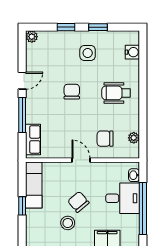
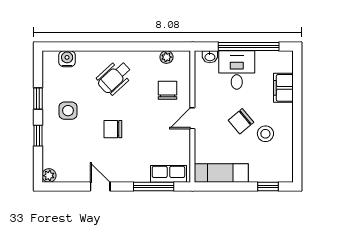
wheelchair: (116, 93) -> (114, 77), turned 47
window: (22, 115) -> (154, 187), moved
chair: (105, 139) -> (167, 90), turned 180
window: (22, 206) -> (268, 187), moved

